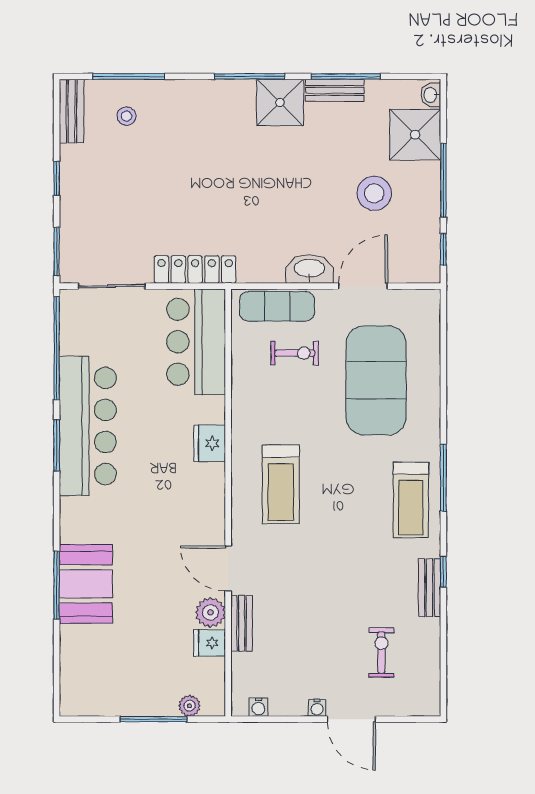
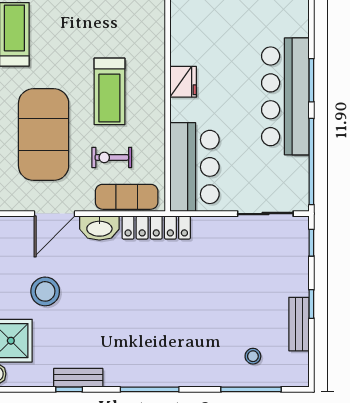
window: (346, 76) -> (69, 389), width x0.46
shower: (280, 103) -> (124, 368), removed
bench: (72, 111) -> (299, 324), moved
window: (57, 251) -> (311, 243), width x0.67
locker: (195, 270) -> (156, 228), moved
treadmill: (281, 484) -> (109, 91), moved, turned 180

